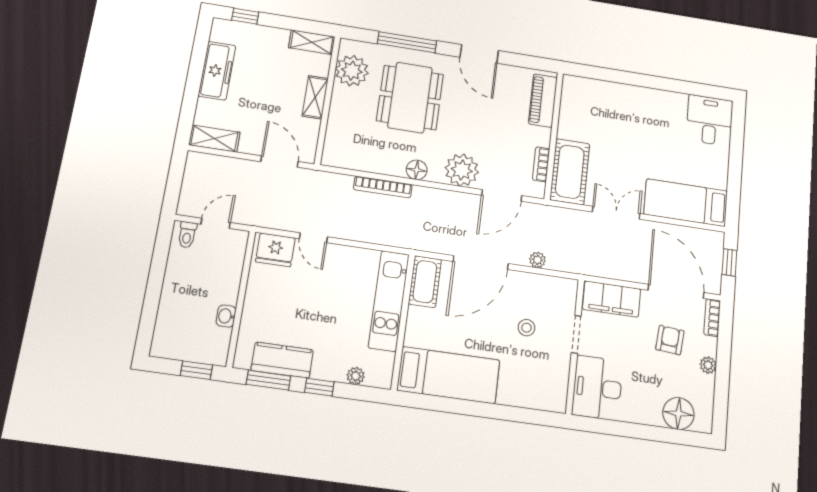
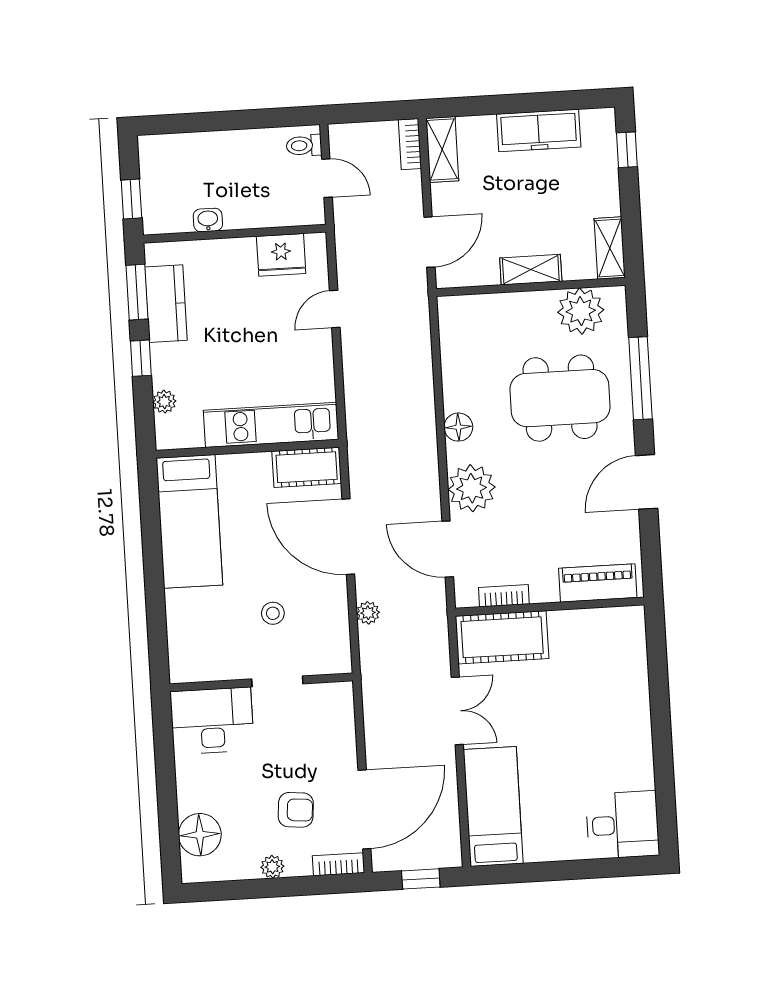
bookcase: (383, 187) -> (410, 144), moved, width x0.64
fridge: (275, 250) -> (281, 255), moved, turned -90
filing cabinet: (612, 299) -> (335, 722), removed

